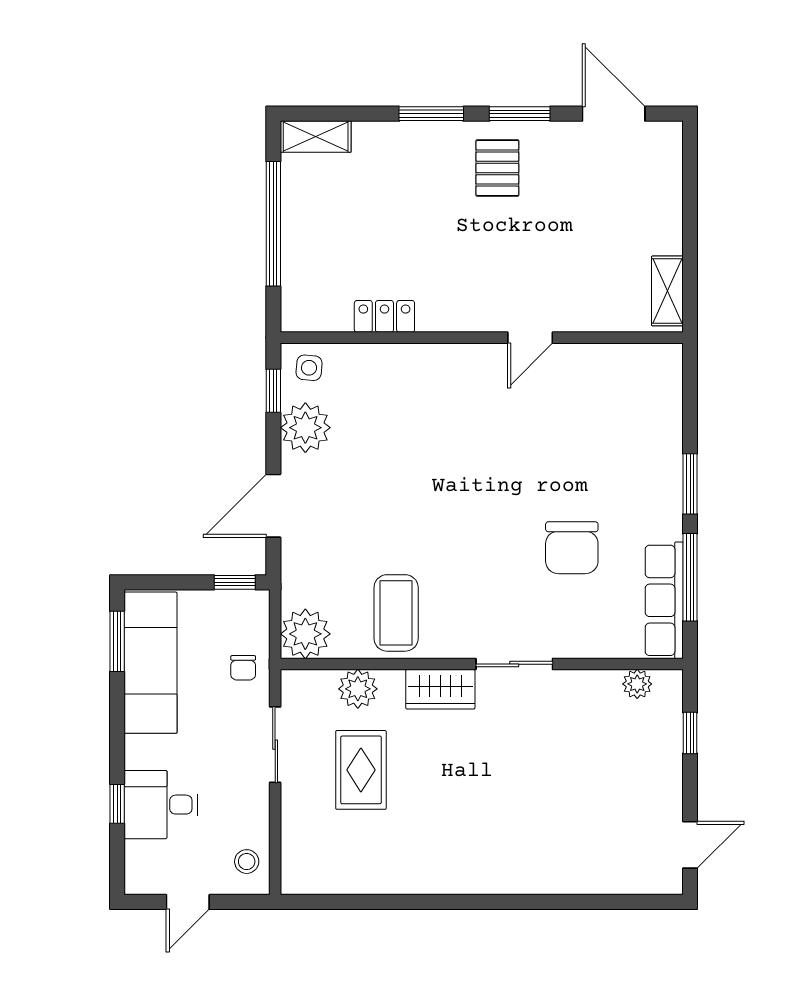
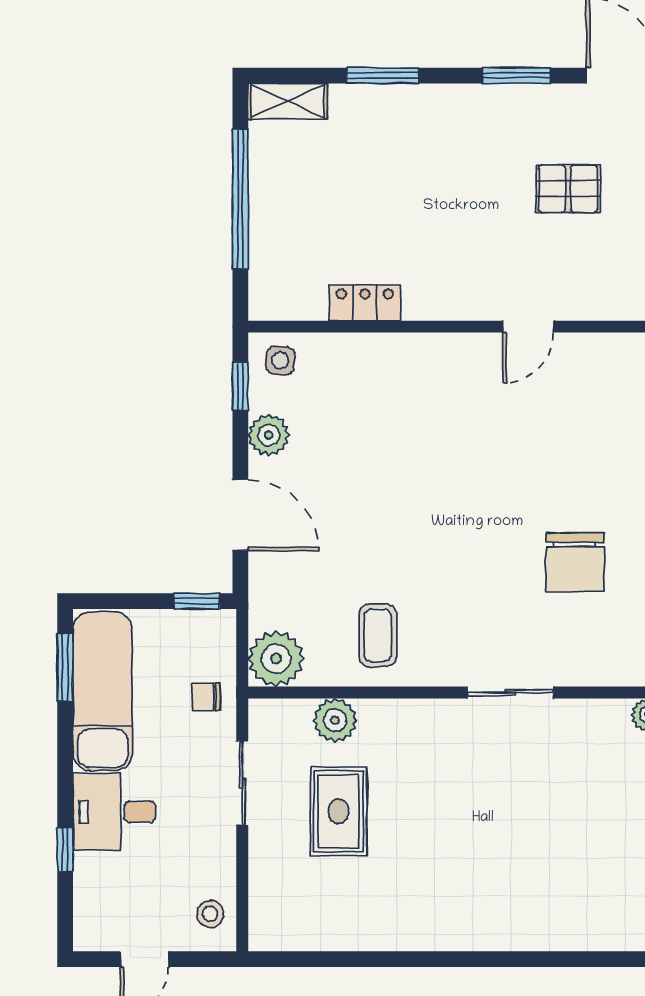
window: (431, 114) -> (383, 76), moved
pallet: (497, 168) -> (568, 189), moved, turned 90
plant: (305, 428) -> (269, 435), width x0.73, depth x0.73
door: (273, 506) -> (240, 515), swing flipped
coffee table: (396, 613) -> (378, 635), width x0.73, depth x0.77
chair: (243, 668) -> (206, 697), turned 90
wardrobe: (440, 689) -> (427, 721), removed
desk: (161, 805) -> (114, 812), moved

